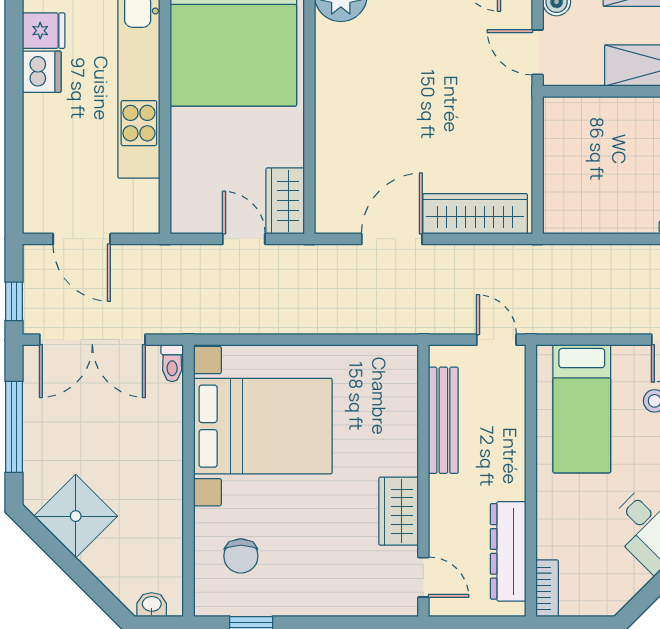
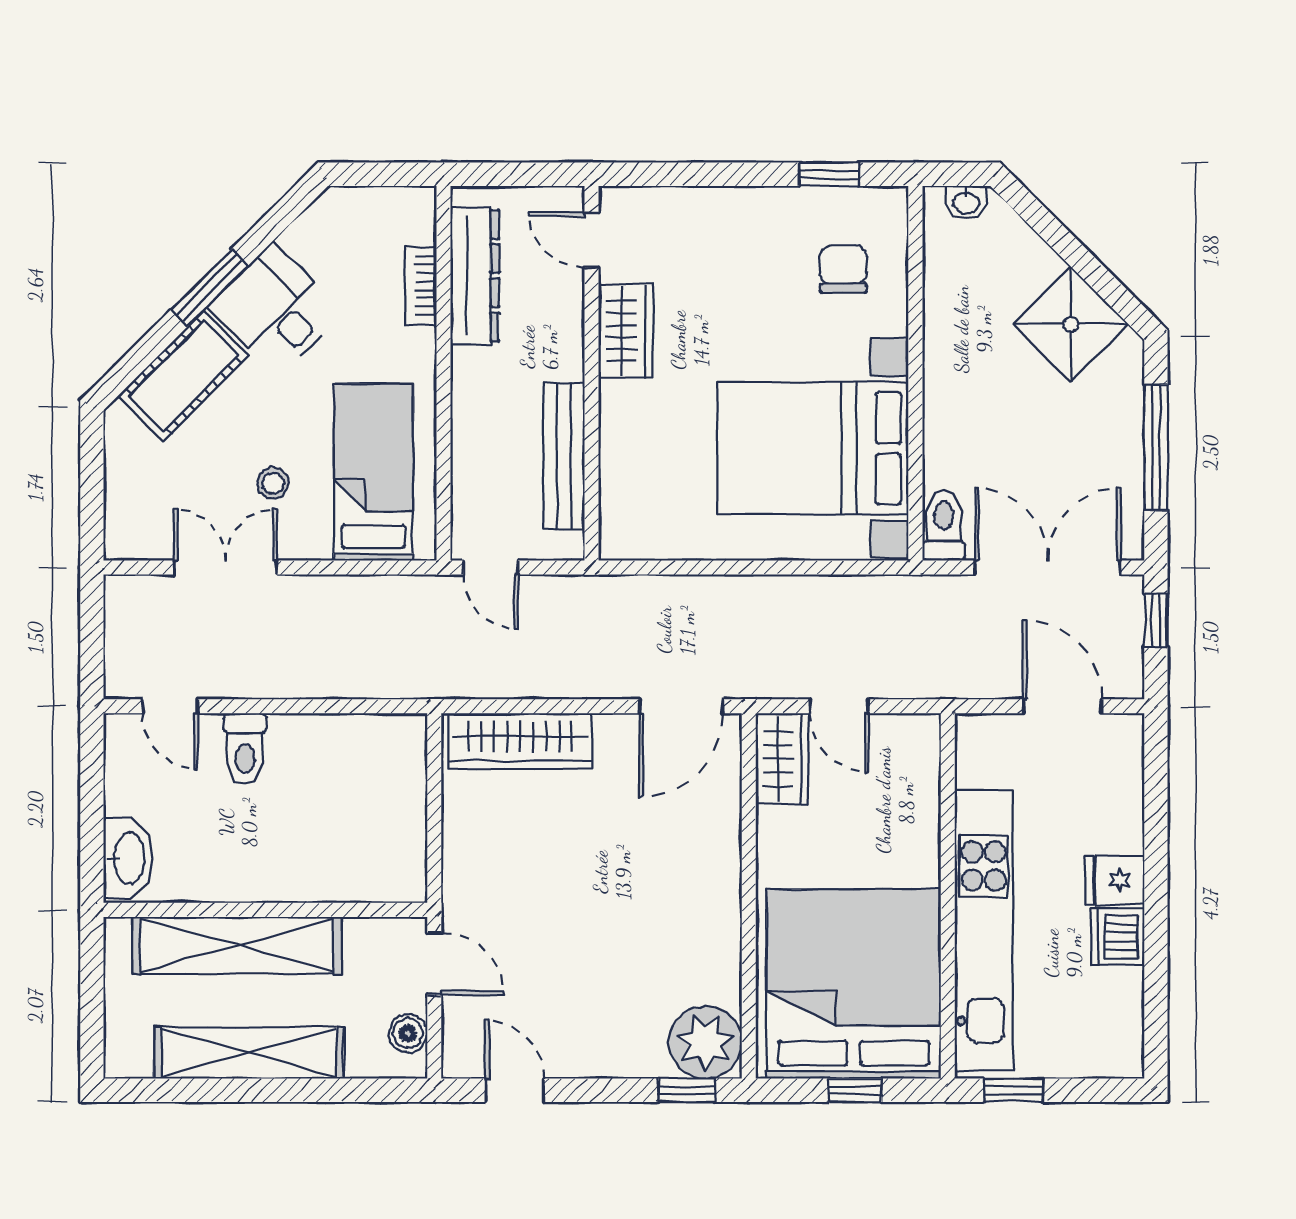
fridge: (44, 31) -> (1115, 880), moved
door: (392, 239) -> (681, 706), moved
toilet: (172, 363) -> (944, 525), width x1.37, depth x1.39
bookcase: (547, 588) -> (421, 286), moved

